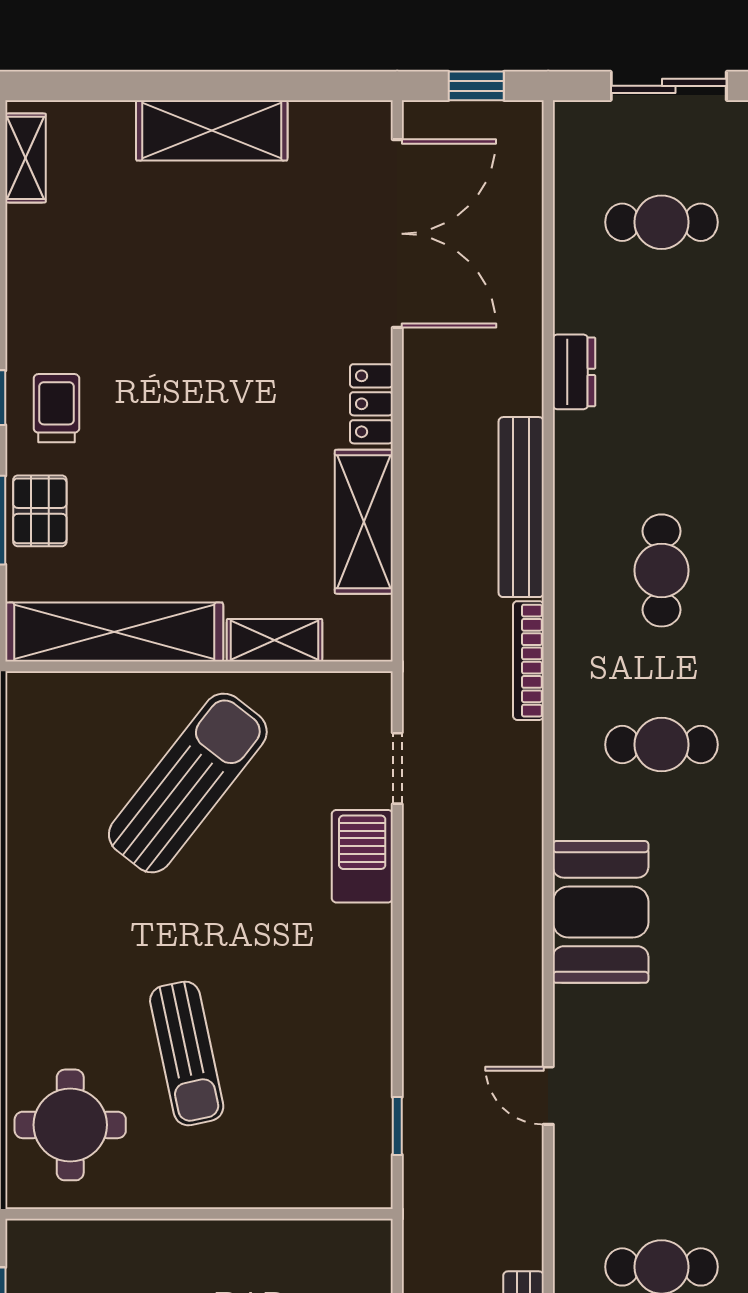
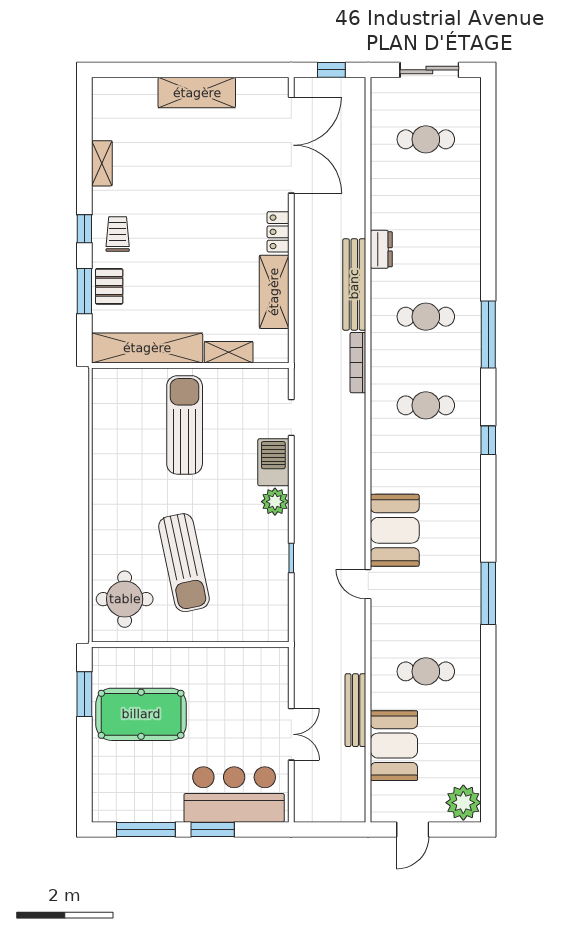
shelving: (26, 158) -> (102, 163), moved
dresser: (574, 372) -> (381, 249), moved
cafe table: (662, 570) -> (426, 317), turned 90
sun lounger: (188, 783) -> (185, 425), turned -38
booth: (601, 912) -> (395, 530), moved
plant: (365, 933) -> (275, 502), added
sun lounger: (187, 1053) -> (184, 563), width x1.36, depth x1.34
window: (397, 1126) -> (291, 558), moved

